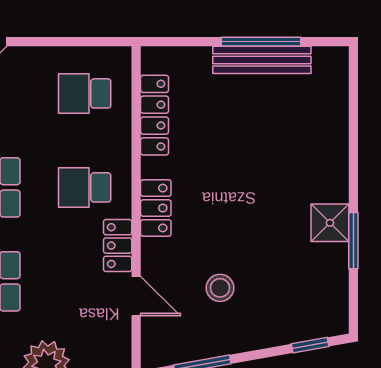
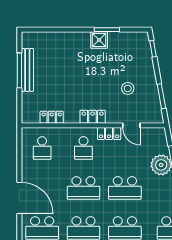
locker: (155, 115) -> (52, 117), width x0.66
door: (136, 296) -> (131, 125), swing flipped

